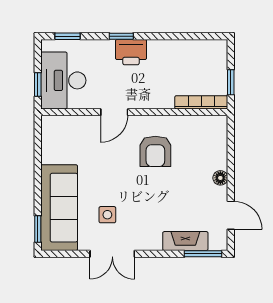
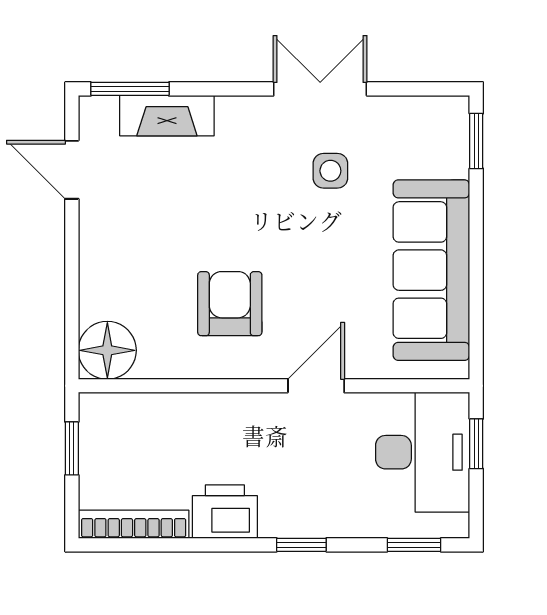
printer: (131, 52) -> (225, 512), moved
bookcase: (201, 102) -> (134, 524), moved, turned 180
floor lamp: (220, 178) -> (107, 350), moved, width x1.89, depth x1.89
sofa: (59, 208) -> (431, 270), moved

